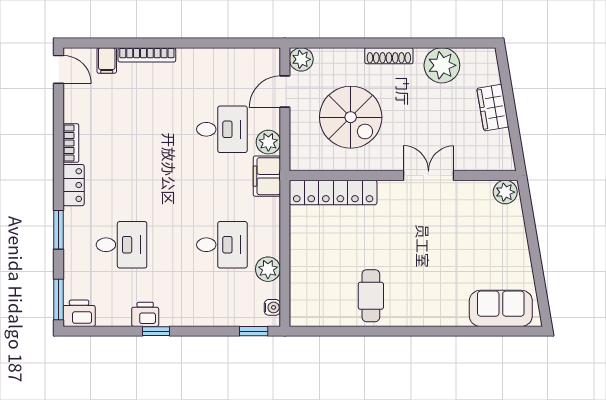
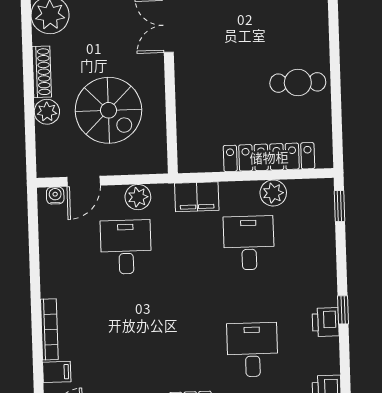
plant: (301, 59) -> (47, 112), moved
door: (285, 92) -> (84, 181), hinge flipped
spiral stairs: (351, 117) -> (108, 110), turned 90
filing cabinet: (267, 176) -> (197, 197), moved
locker: (333, 193) -> (269, 157), moved, turned -90
water cooler: (272, 307) -> (55, 196), moved

